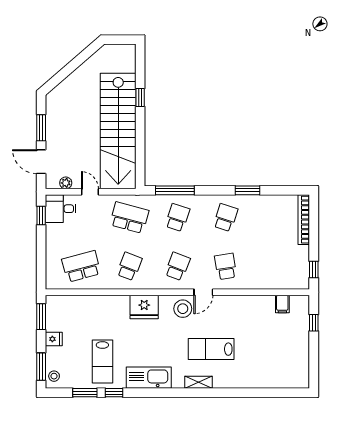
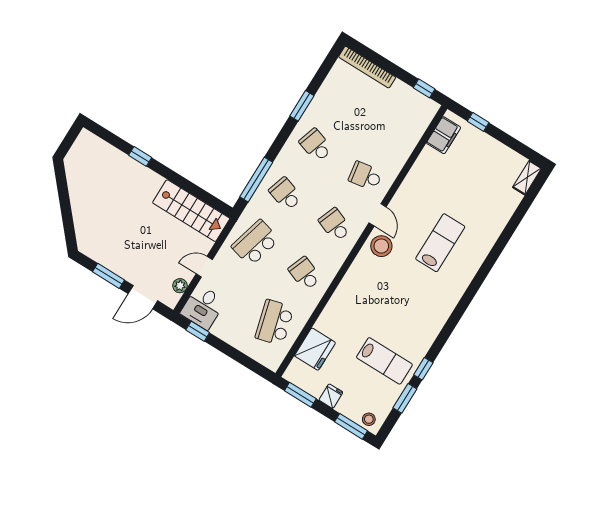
stairs: (118, 131) -> (191, 211), width x0.54, depth x0.66
filing cabinet: (282, 304) -> (444, 135), width x2.00
fridge: (144, 307) -> (315, 349), moved
lab bench: (211, 349) -> (440, 243), turned 180
kitchen sink: (149, 378) -> (430, 324), removed
shelving: (198, 382) -> (527, 178), moved

